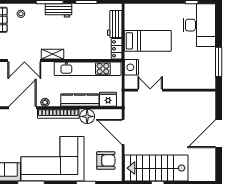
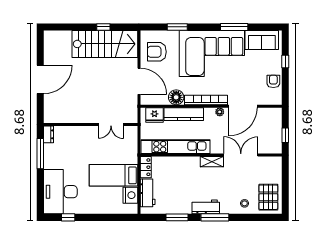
nightstand: (131, 67) -> (130, 195), moved
dresser: (211, 81) -> (48, 134), added

